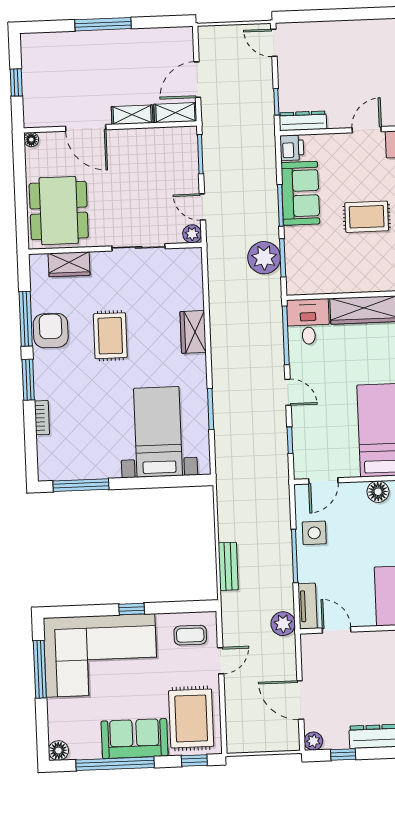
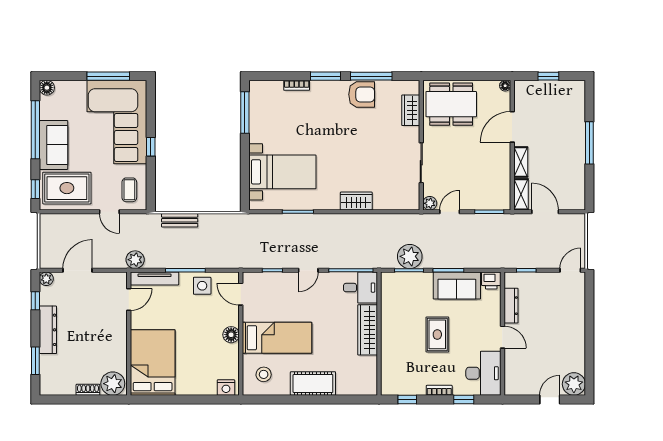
dresser: (303, 121) -> (511, 306), moved
rug: (110, 336) -> (356, 139), removed
tv unit: (307, 606) -> (155, 278), width x1.41

